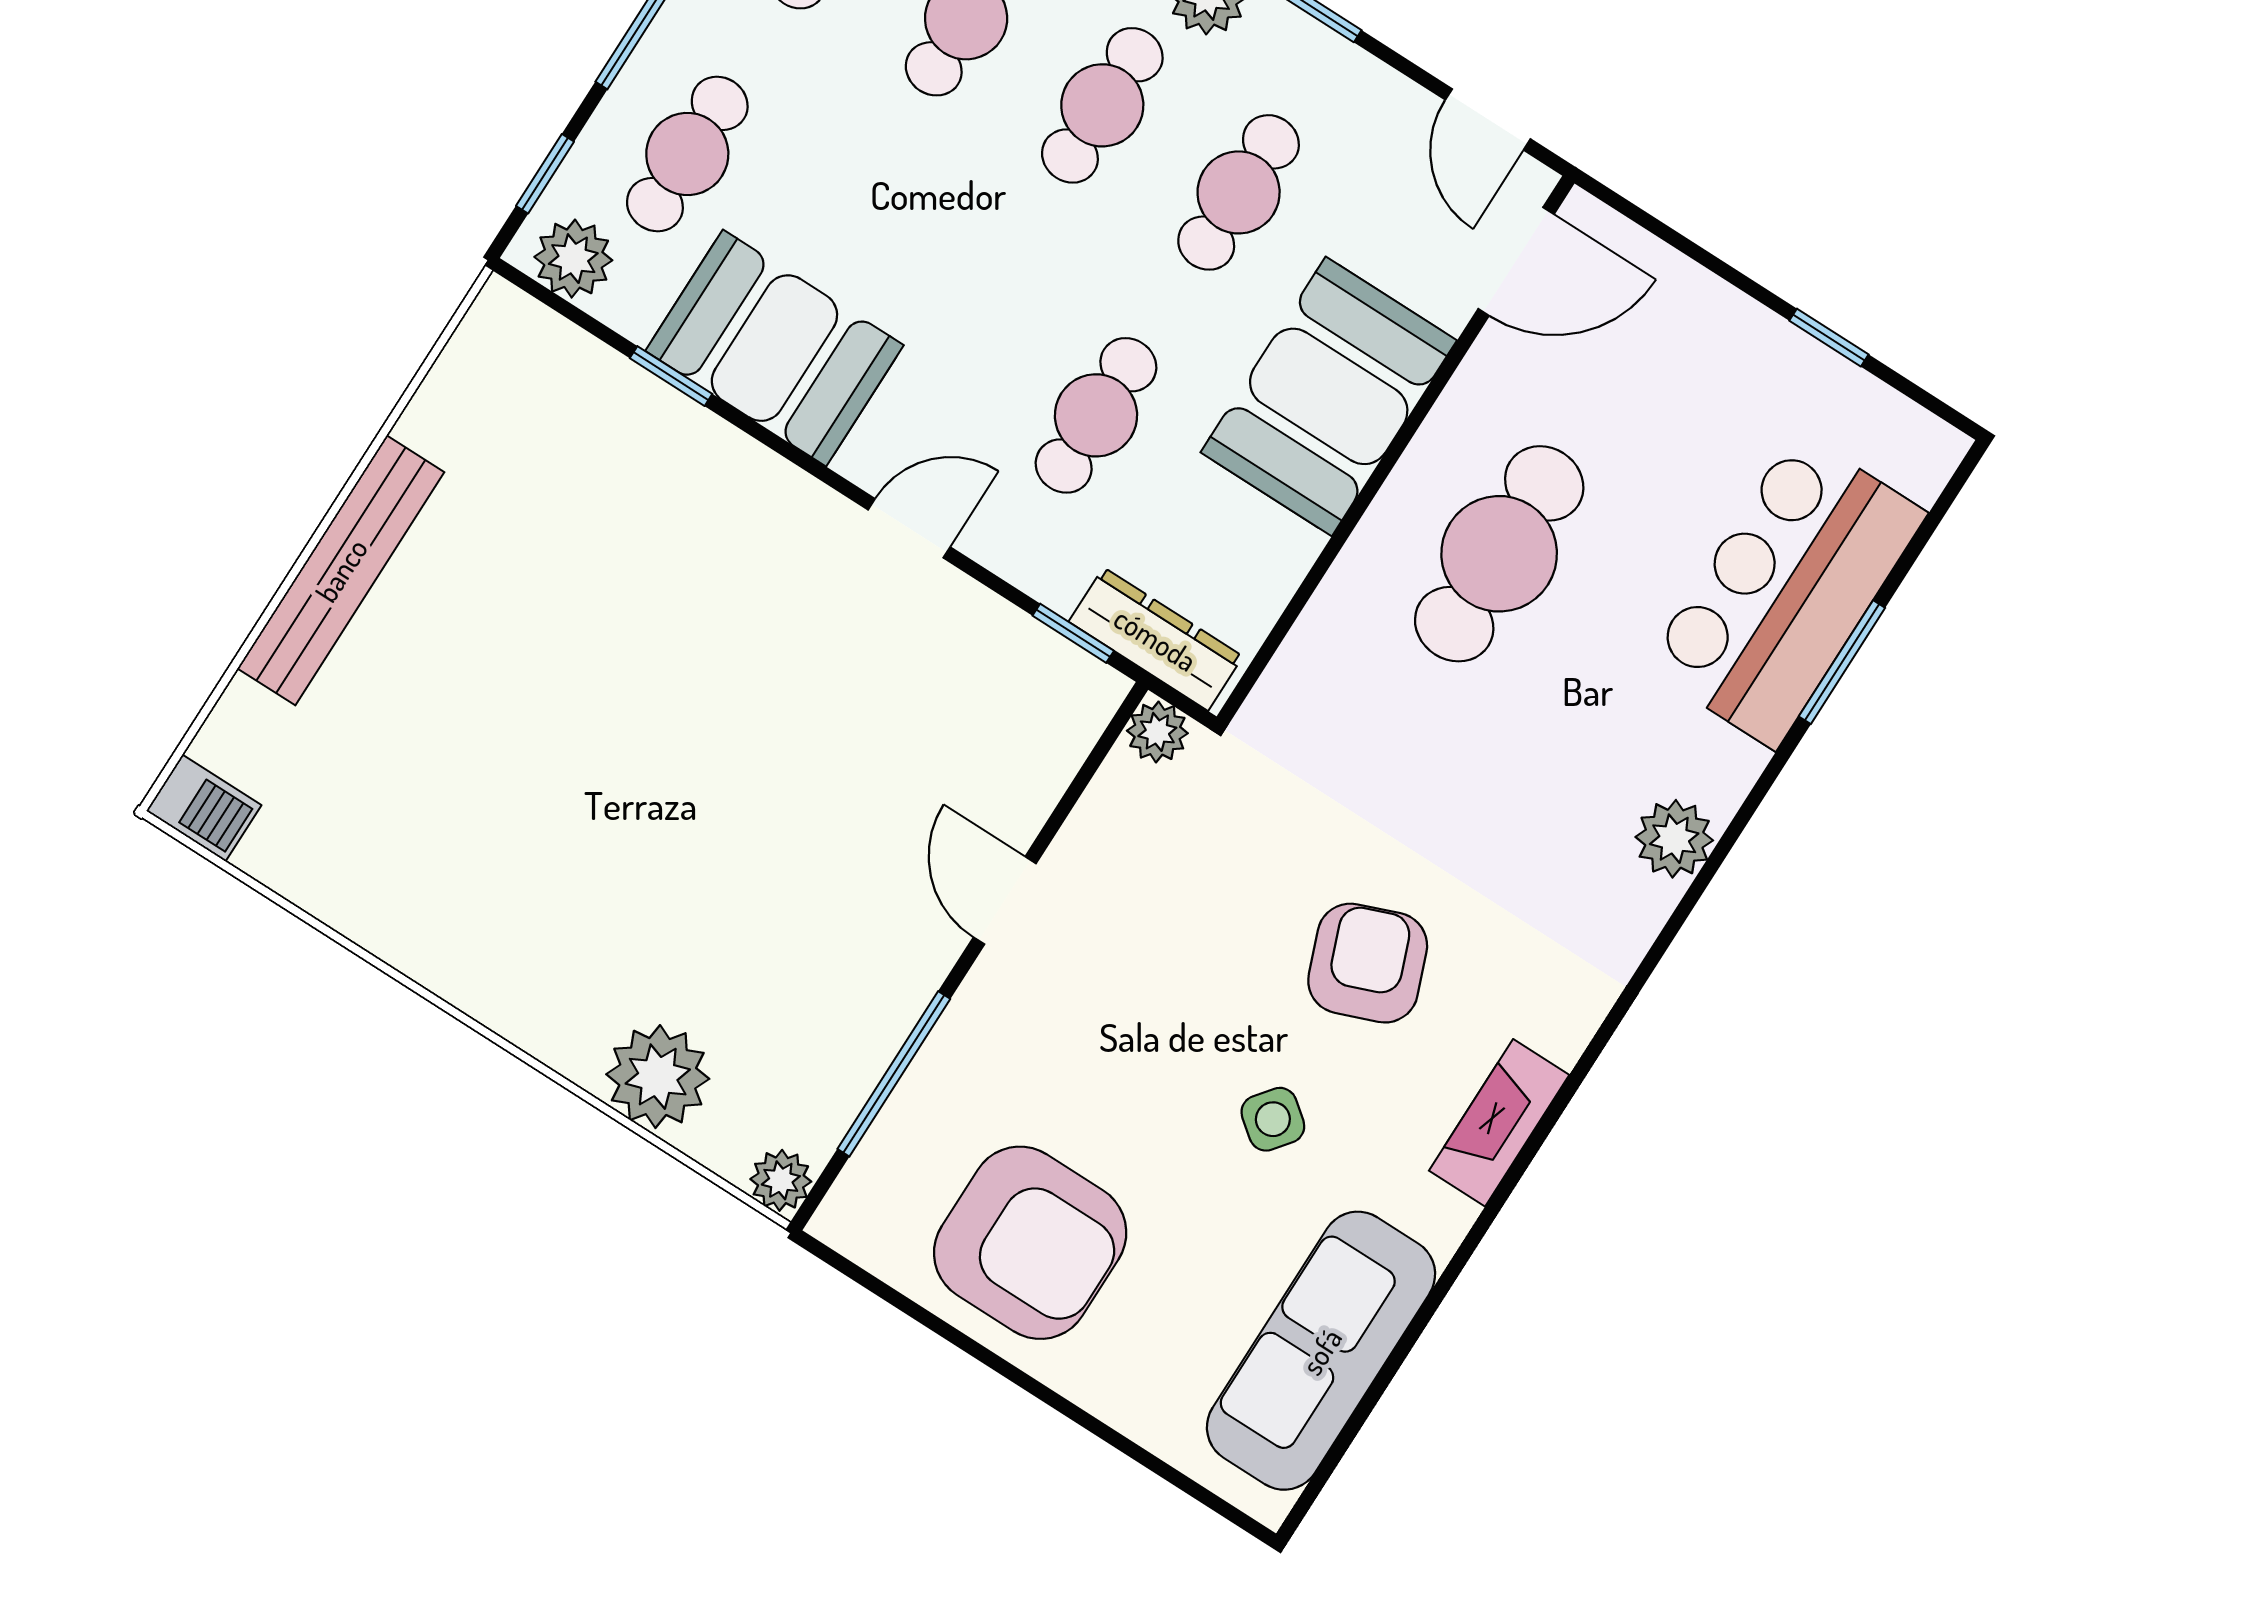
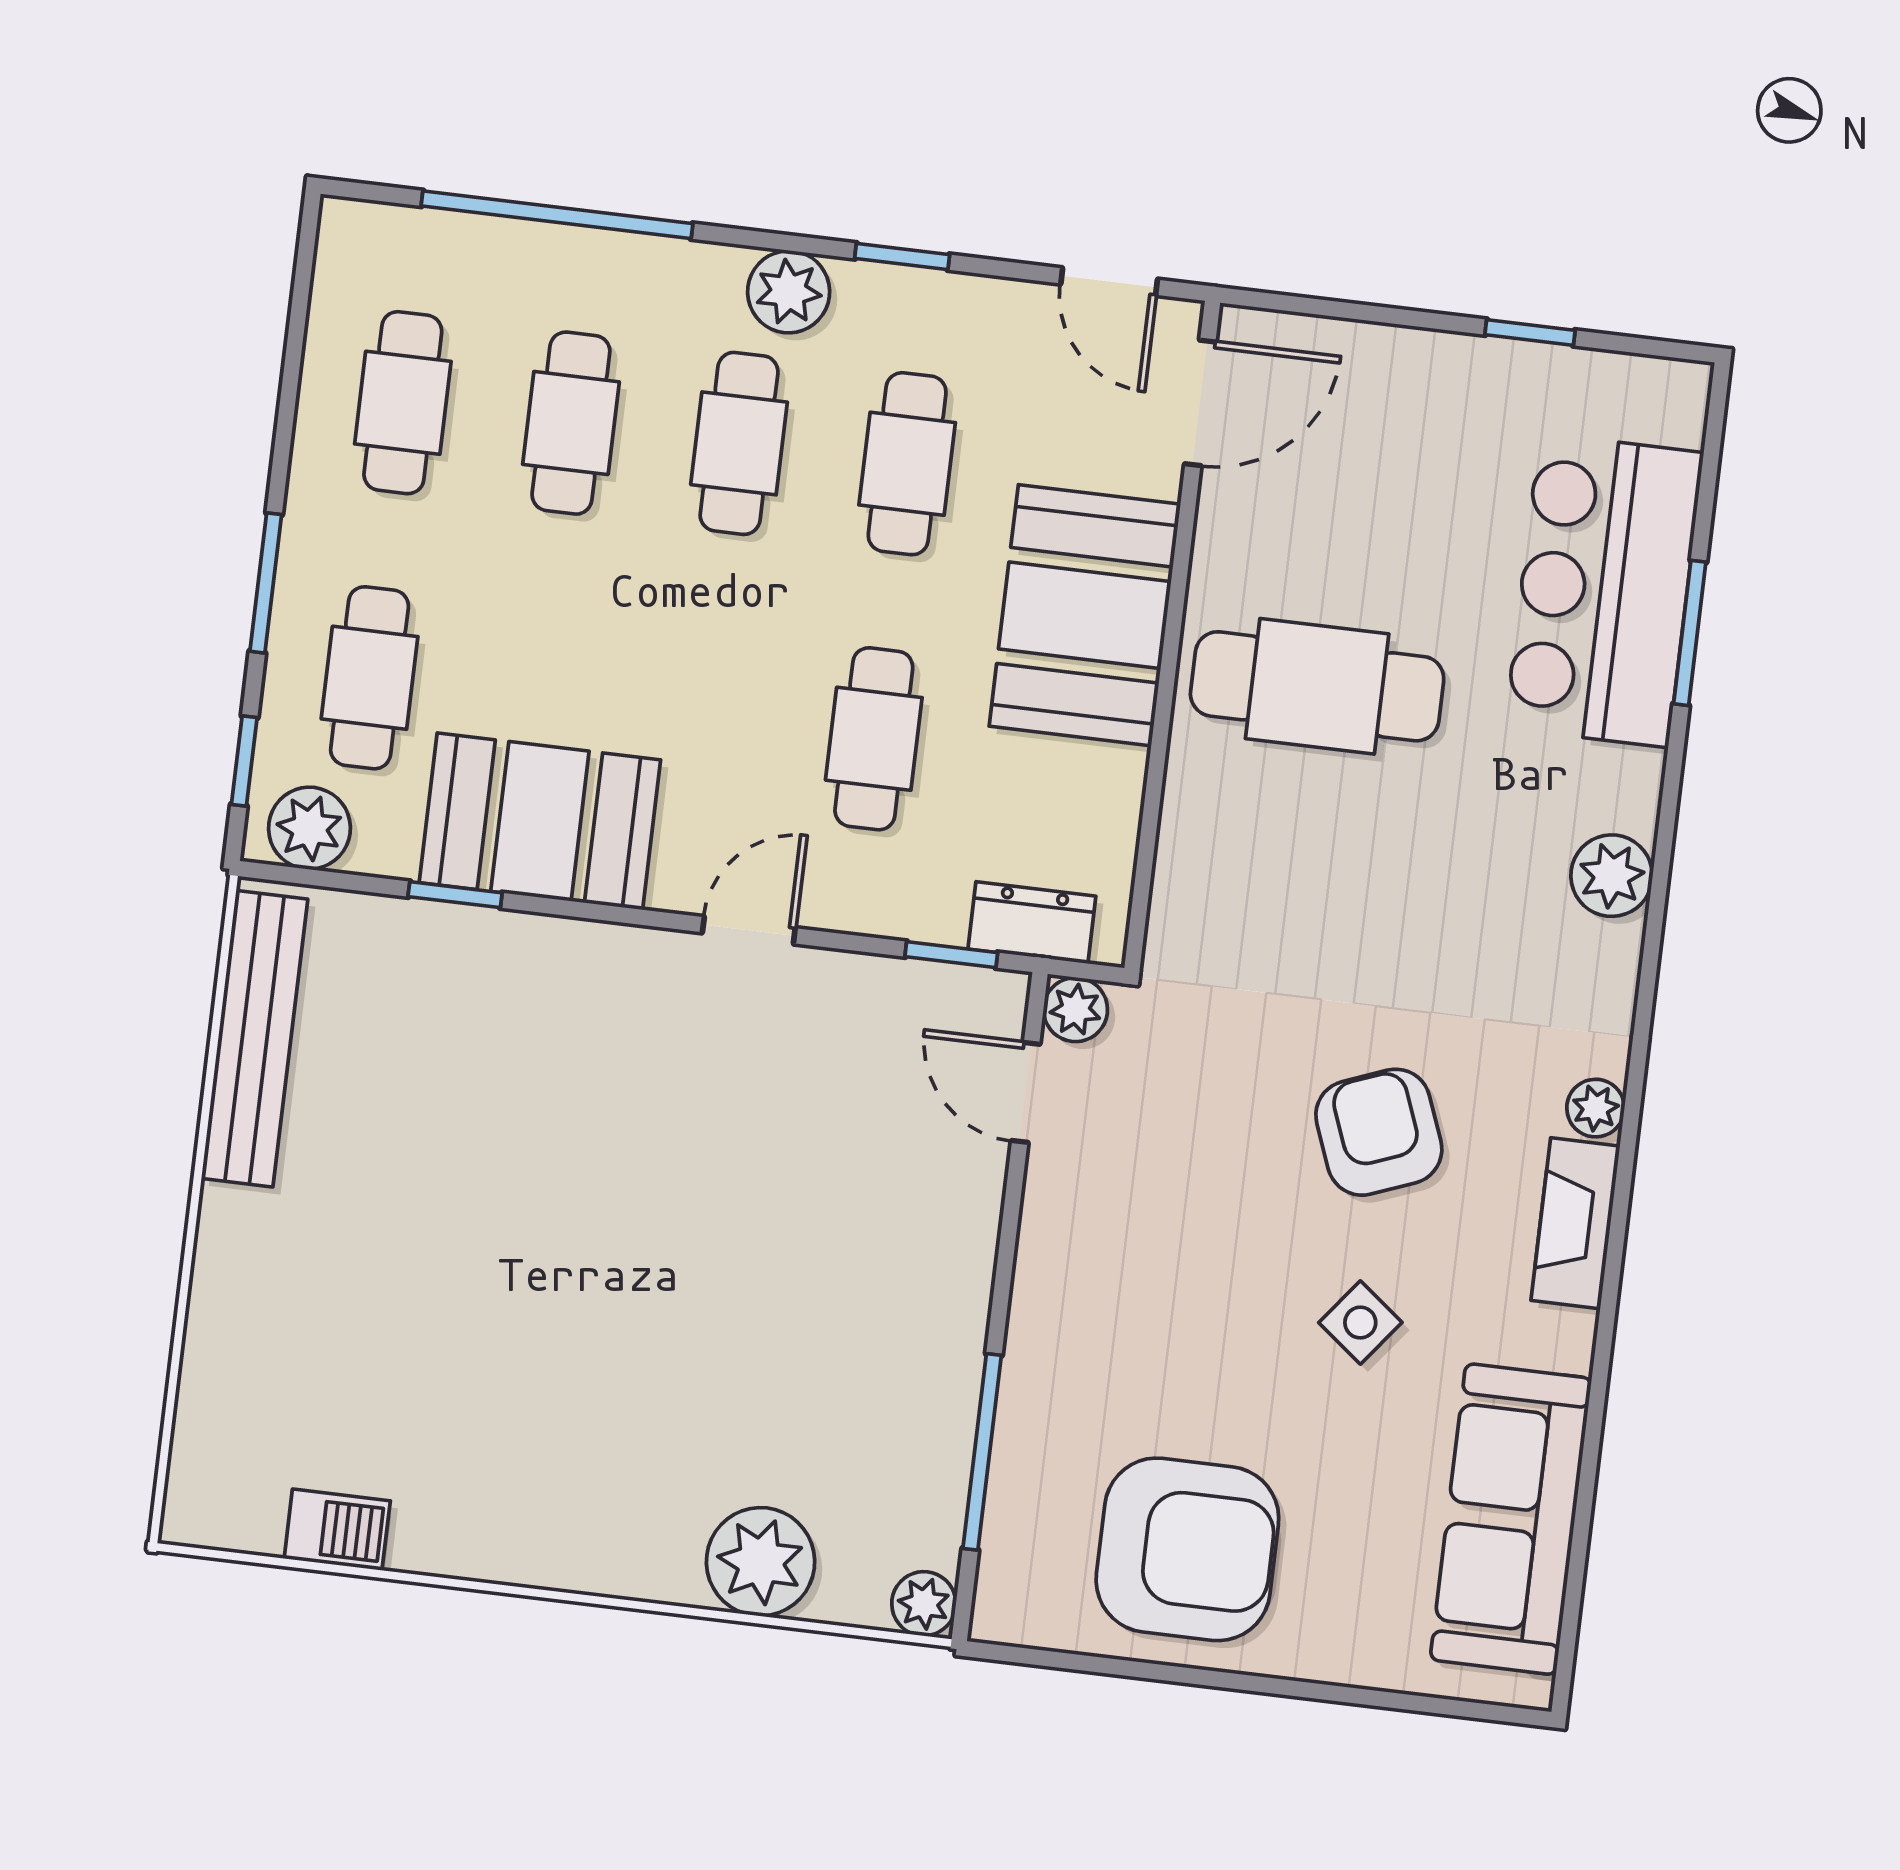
cafe table: (1499, 554) -> (1317, 686), turned 90
bench: (341, 570) -> (255, 1039), moved
dresser: (1156, 639) -> (1032, 923), width x0.70
barbecue: (204, 808) -> (337, 1530), moved
door: (1005, 900) -> (1026, 1092), moved
plant: (1564, 1032) -> (1596, 1108), added

